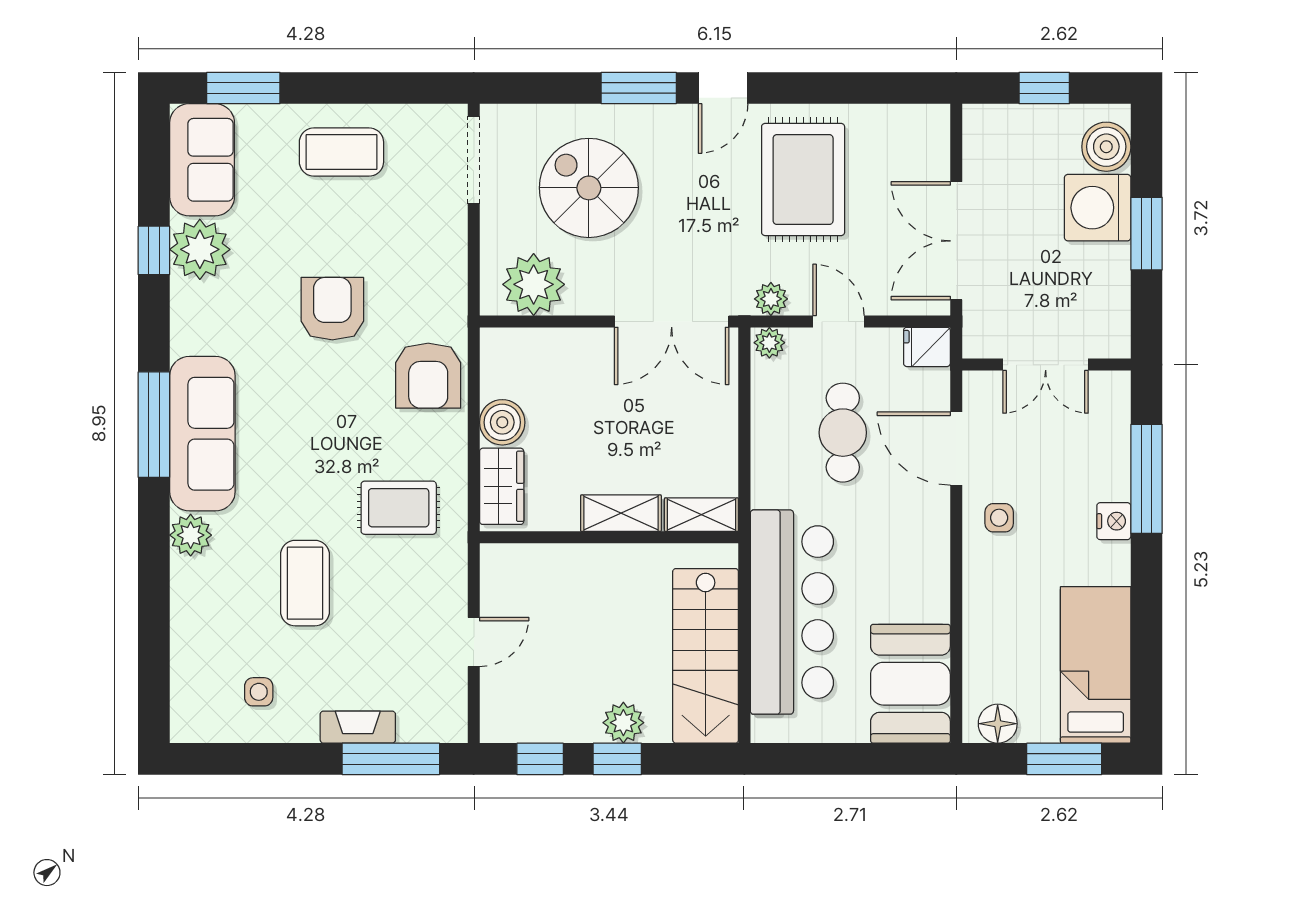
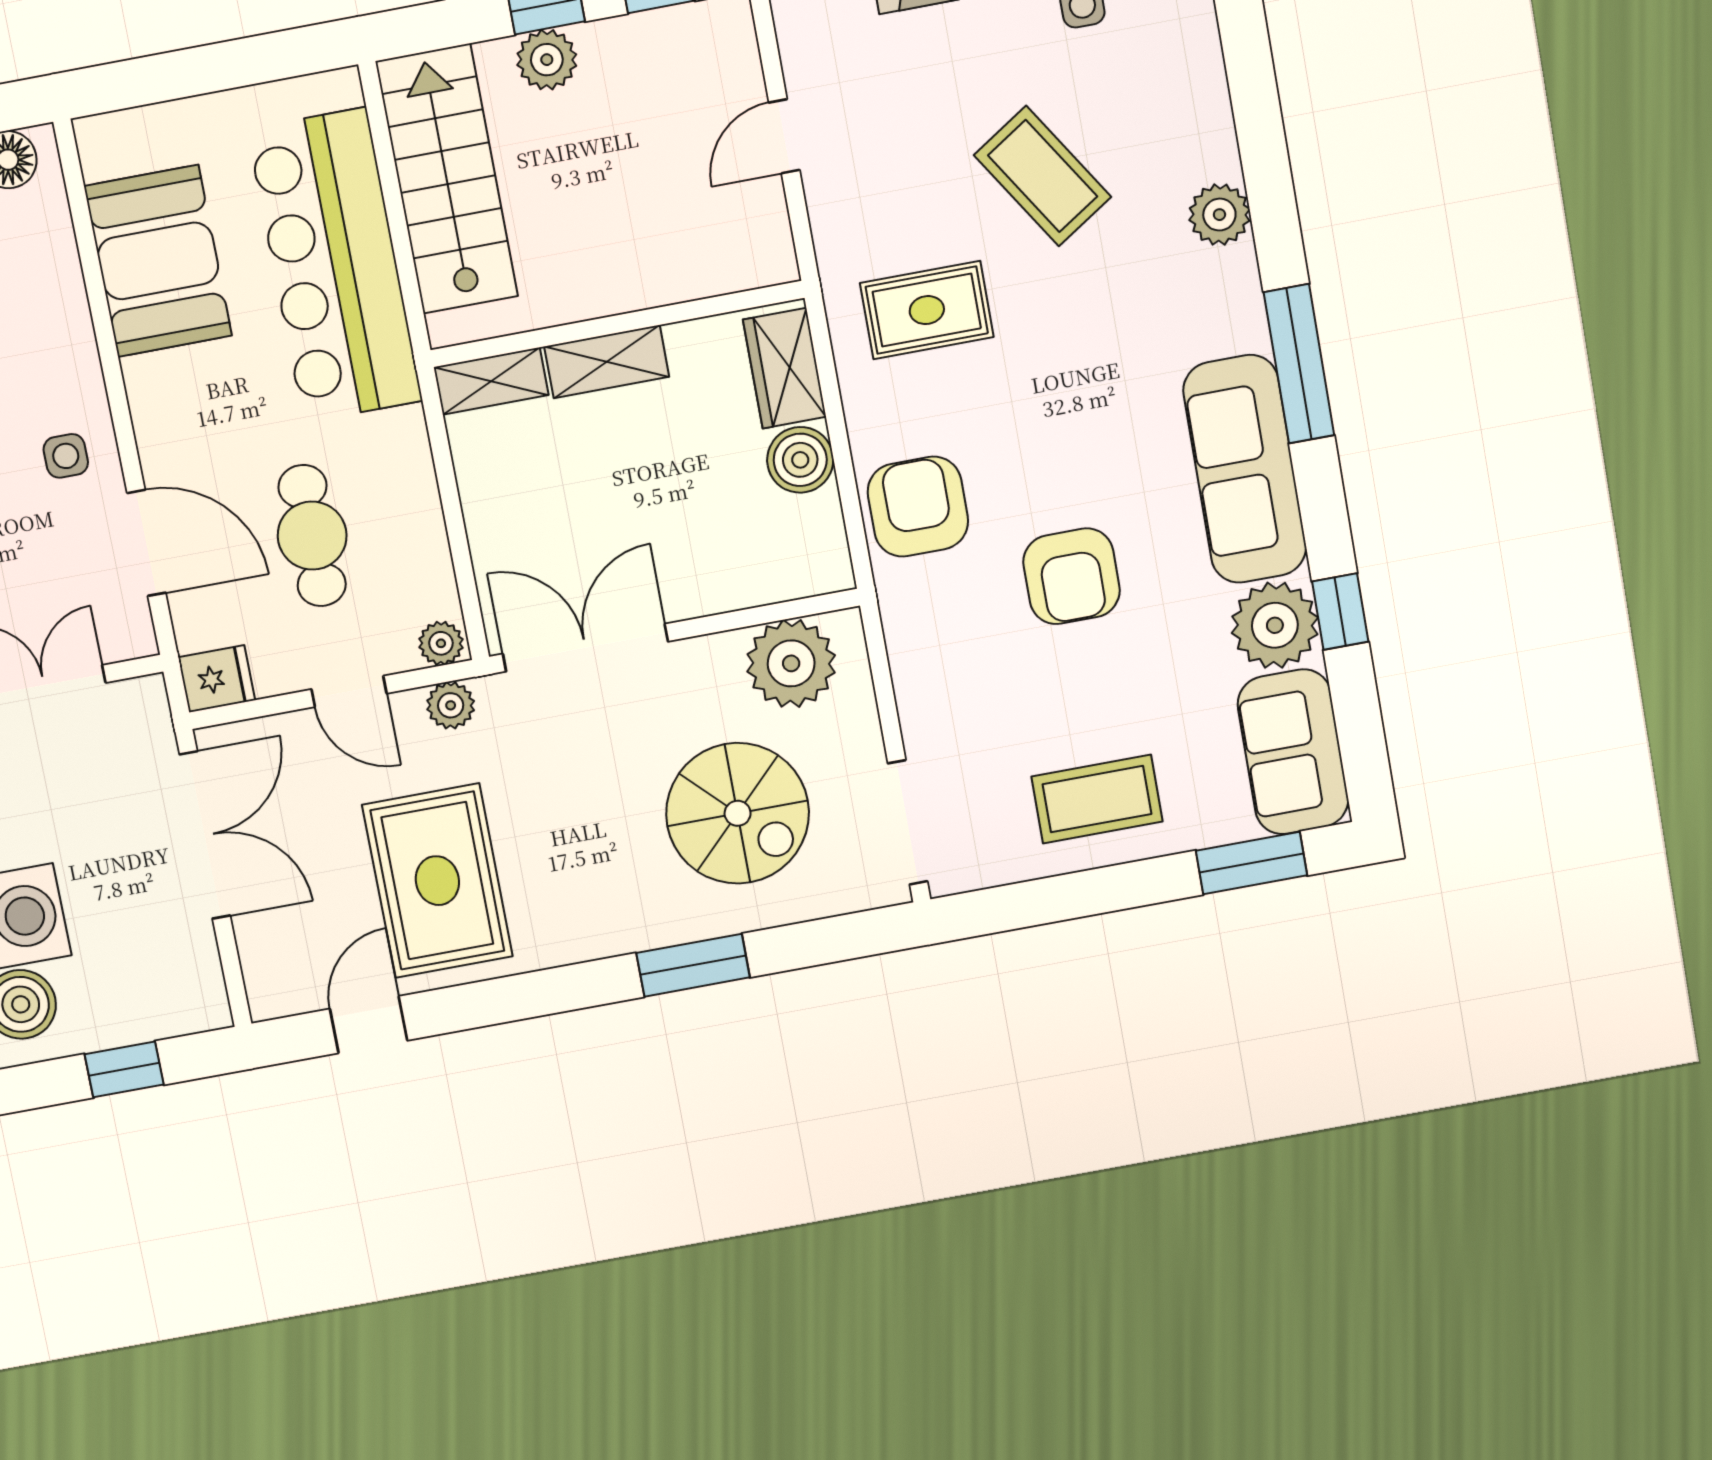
door: (723, 88) -> (369, 1025), moved
sofa: (202, 434) -> (1245, 469), moved
coffee table: (305, 583) -> (1043, 176), turned -33
booth: (910, 684) -> (158, 261), moved

